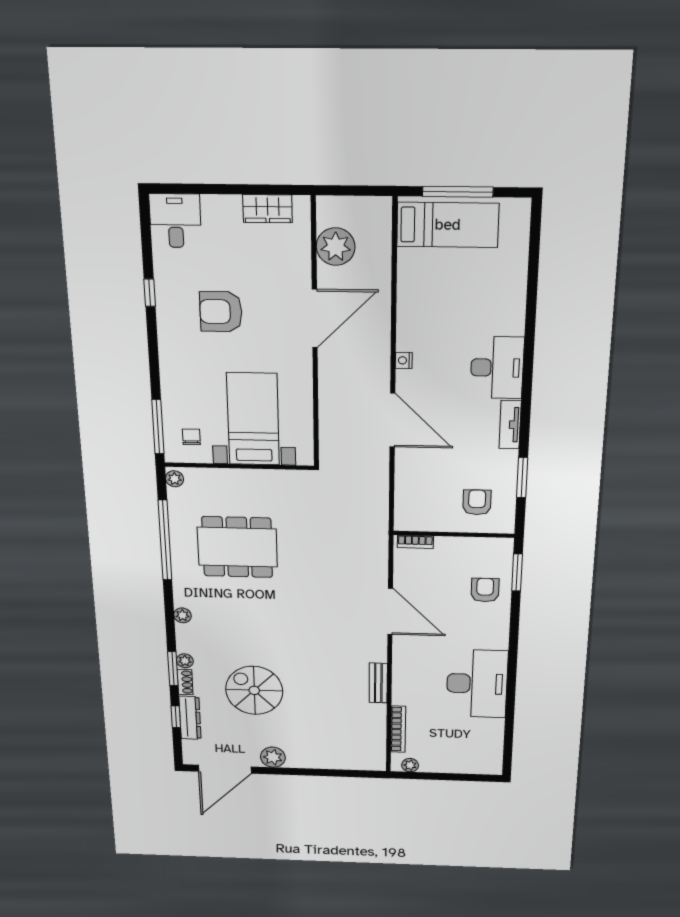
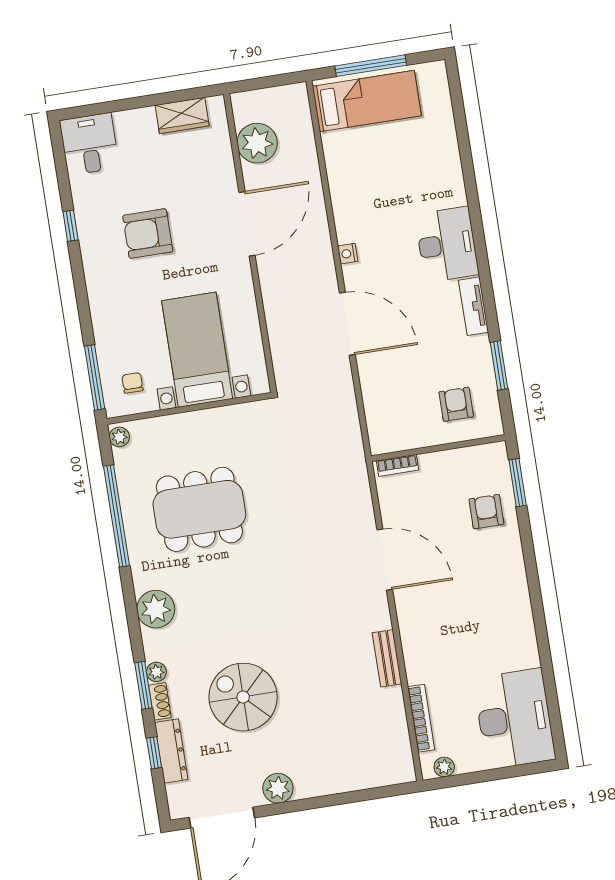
plant: (182, 615) -> (156, 609), width x1.88, depth x1.88
desk: (477, 684) -> (514, 719), moved

